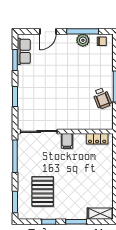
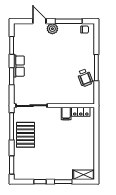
door: (48, 31) -> (39, 21), swing flipped
plant: (83, 40) -> (52, 29), moved
row of seats: (24, 51) -> (19, 66), moved
filing cabinet: (67, 141) -> (66, 113), moved
pallet: (43, 191) -> (26, 135), moved

